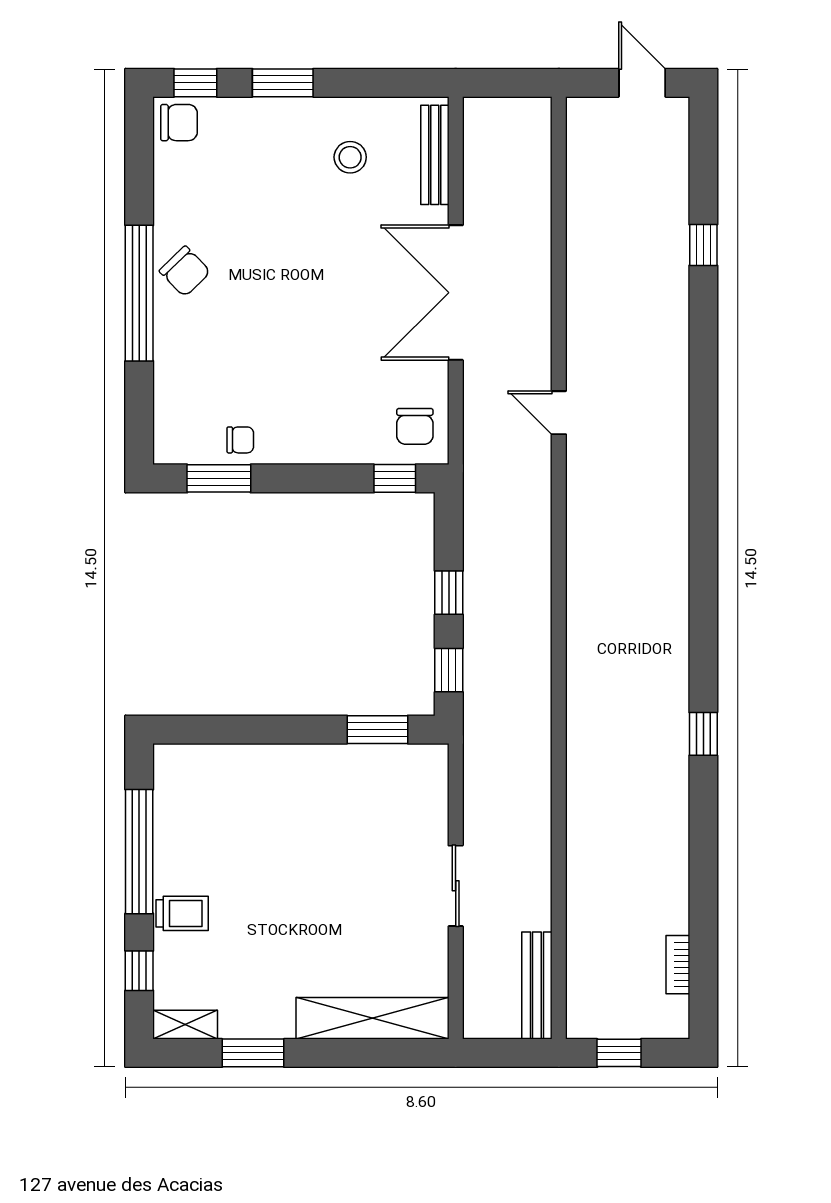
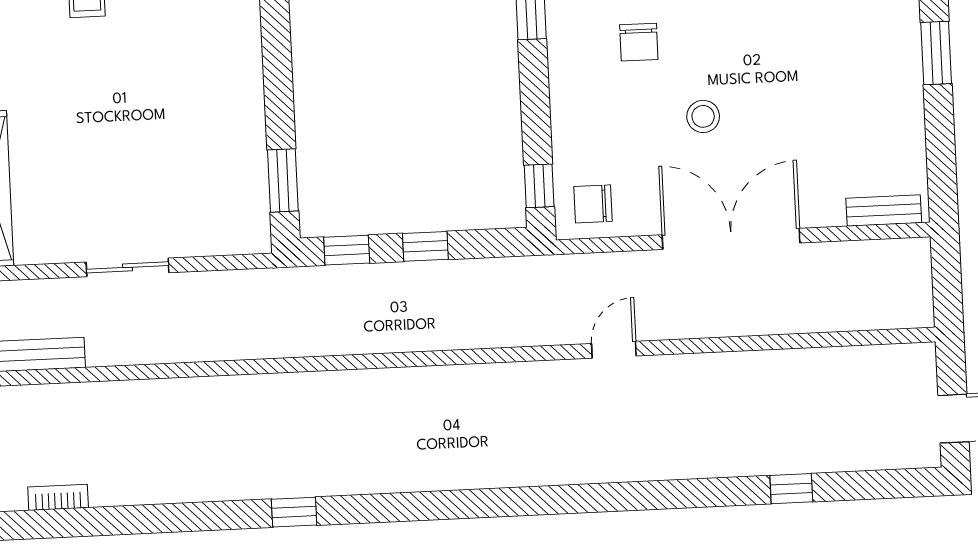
bench: (435, 155) -> (884, 211), width x0.73
stool: (350, 157) -> (703, 116), moved
chair: (240, 440) -> (639, 42), moved, width x1.37, depth x1.37

